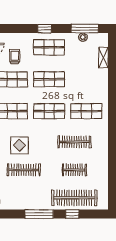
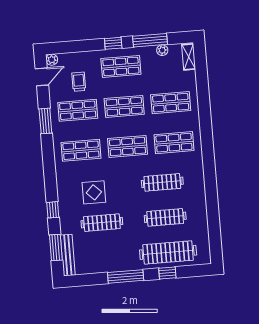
window: (85, 29) -> (150, 40), moved
shelving: (103, 58) -> (189, 57), moved
shop shelf: (86, 79) -> (171, 103), added
clothes rail: (74, 170) -> (165, 217), width x1.36

